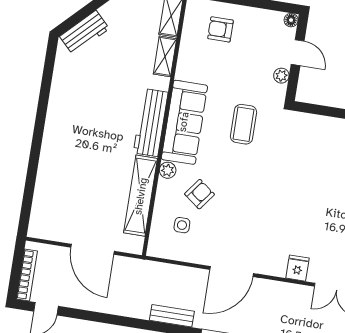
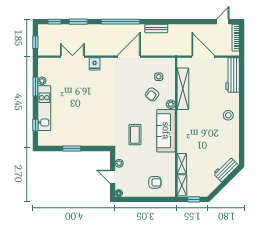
workbench: (151, 122) -> (233, 75), moved, turned 180
stool: (64, 132) -> (228, 115), added

